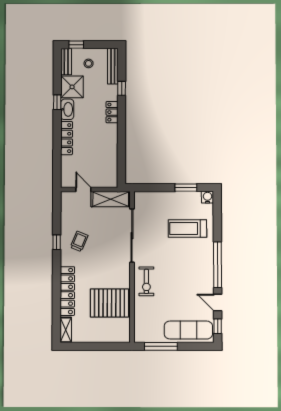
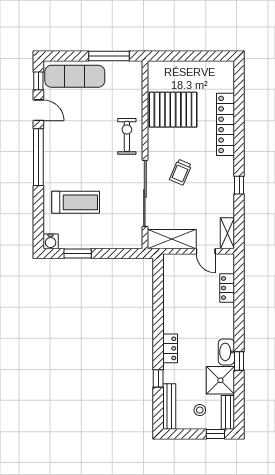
locker: (67, 138) -> (227, 288), moved, width x0.66
trolley: (79, 241) -> (181, 172), moved
shelving: (66, 330) -> (227, 233), moved

